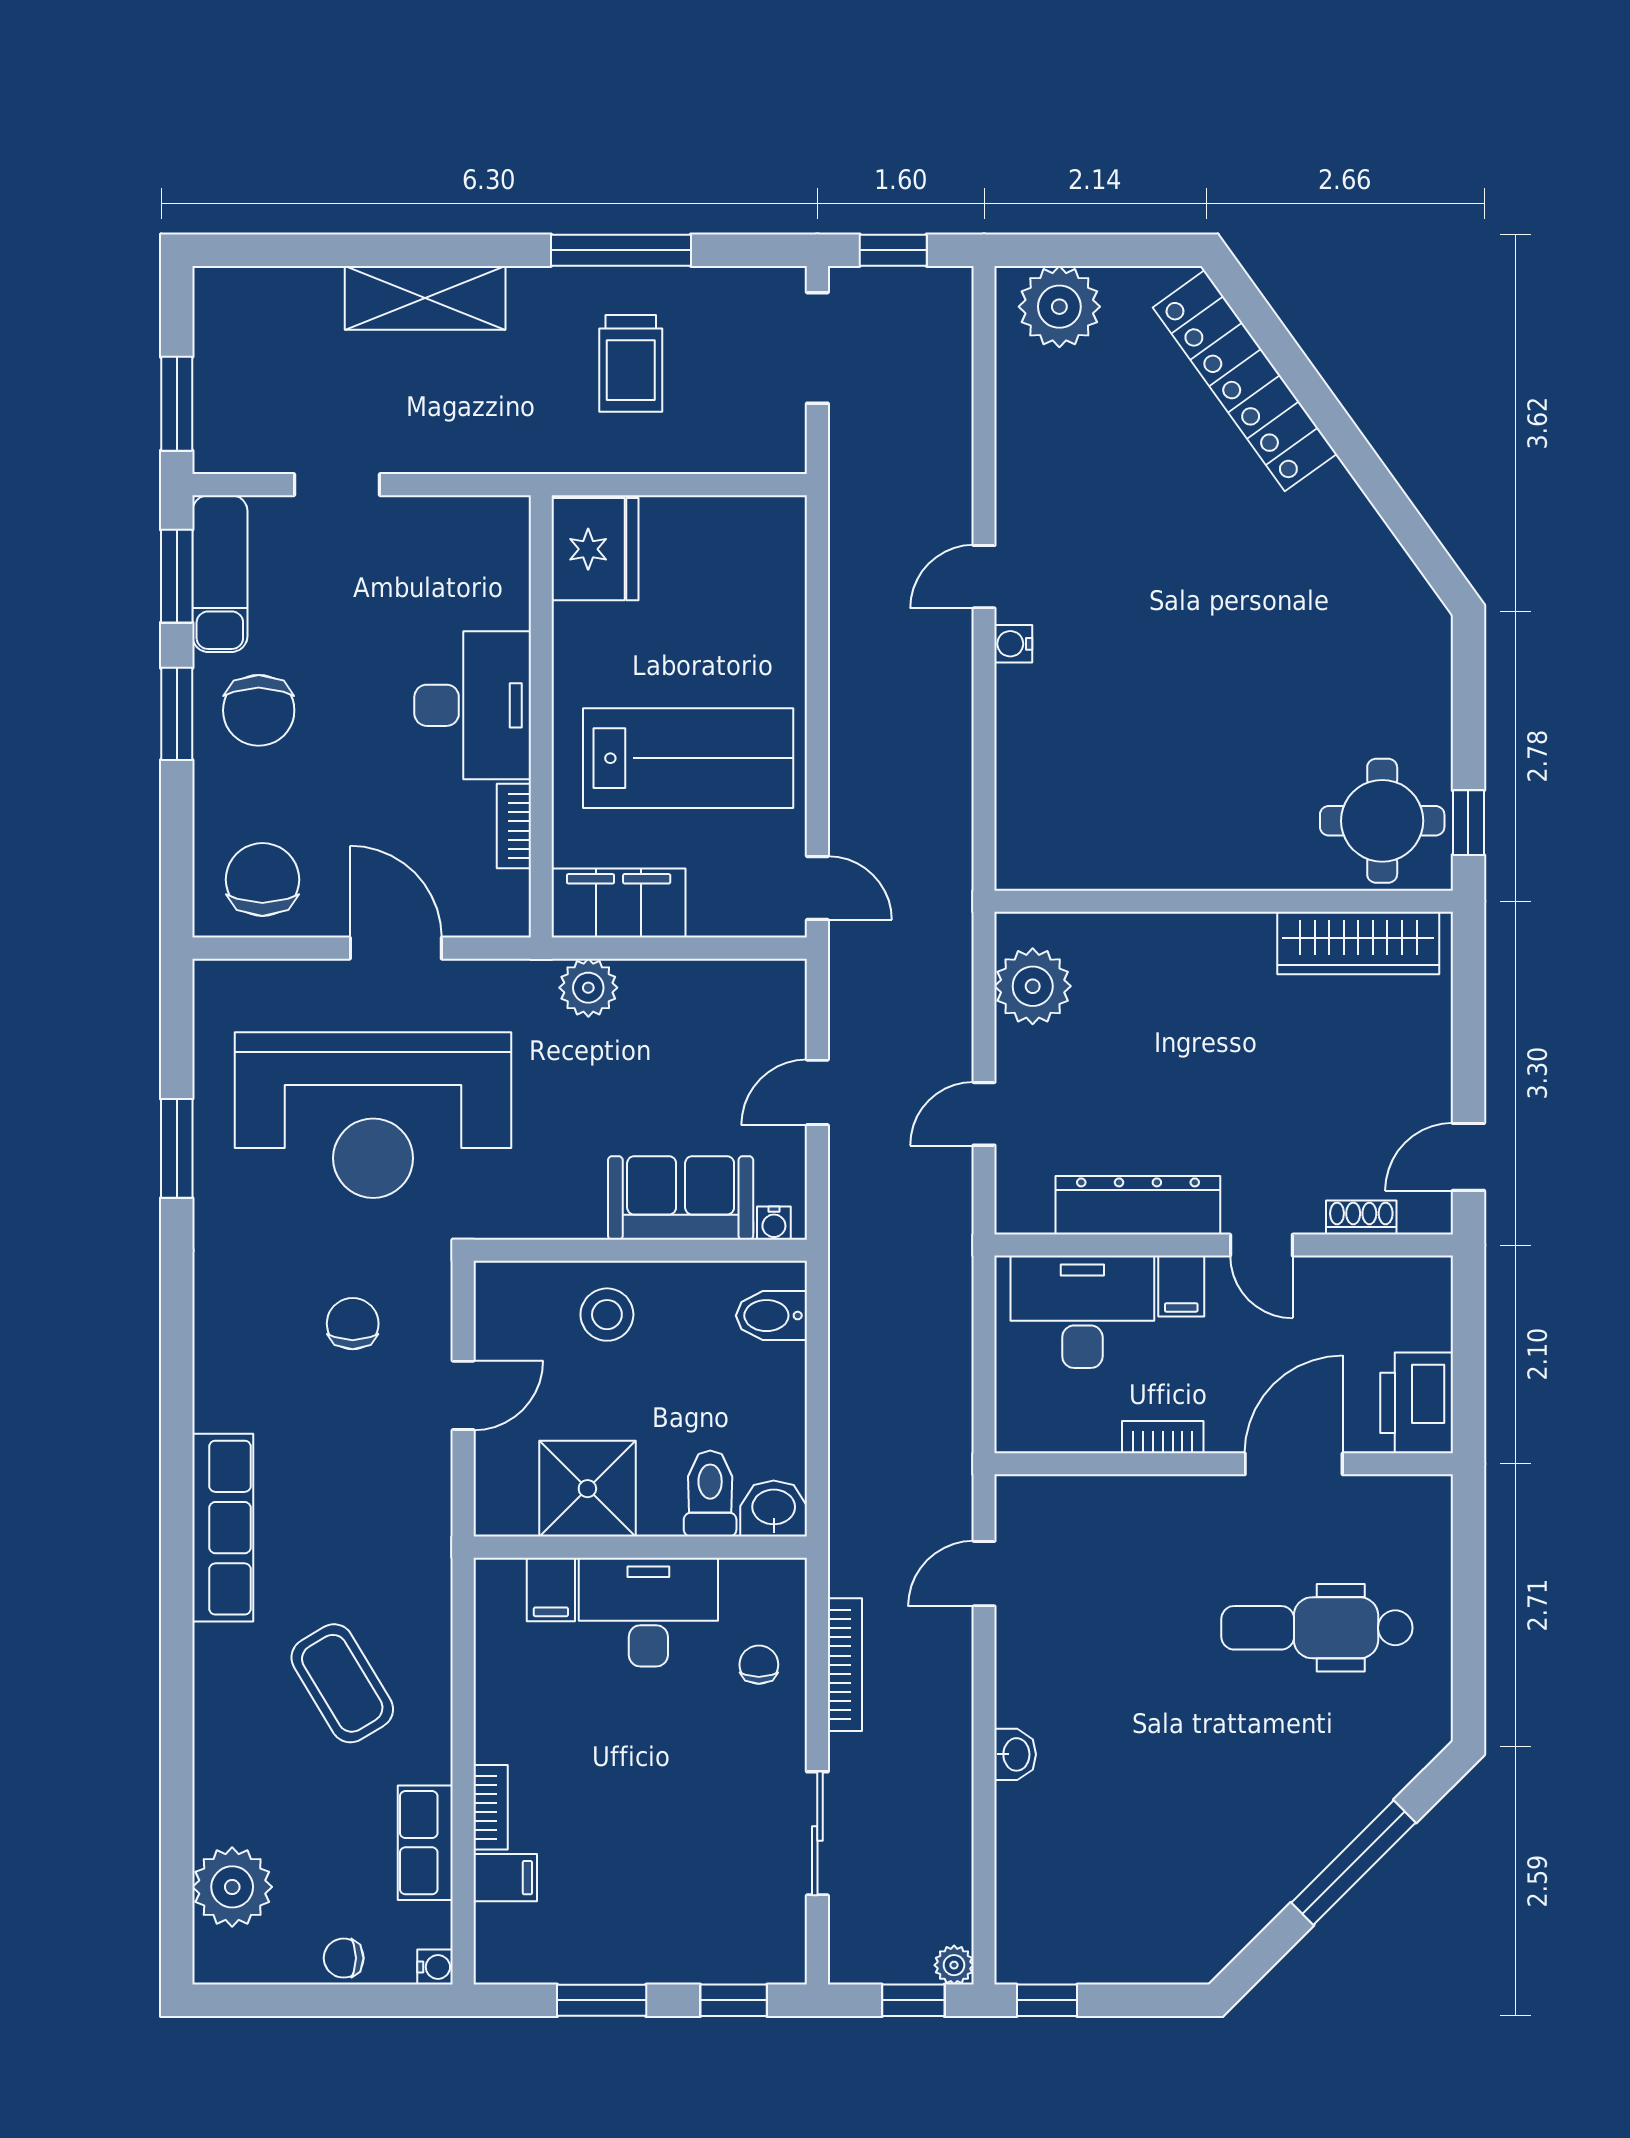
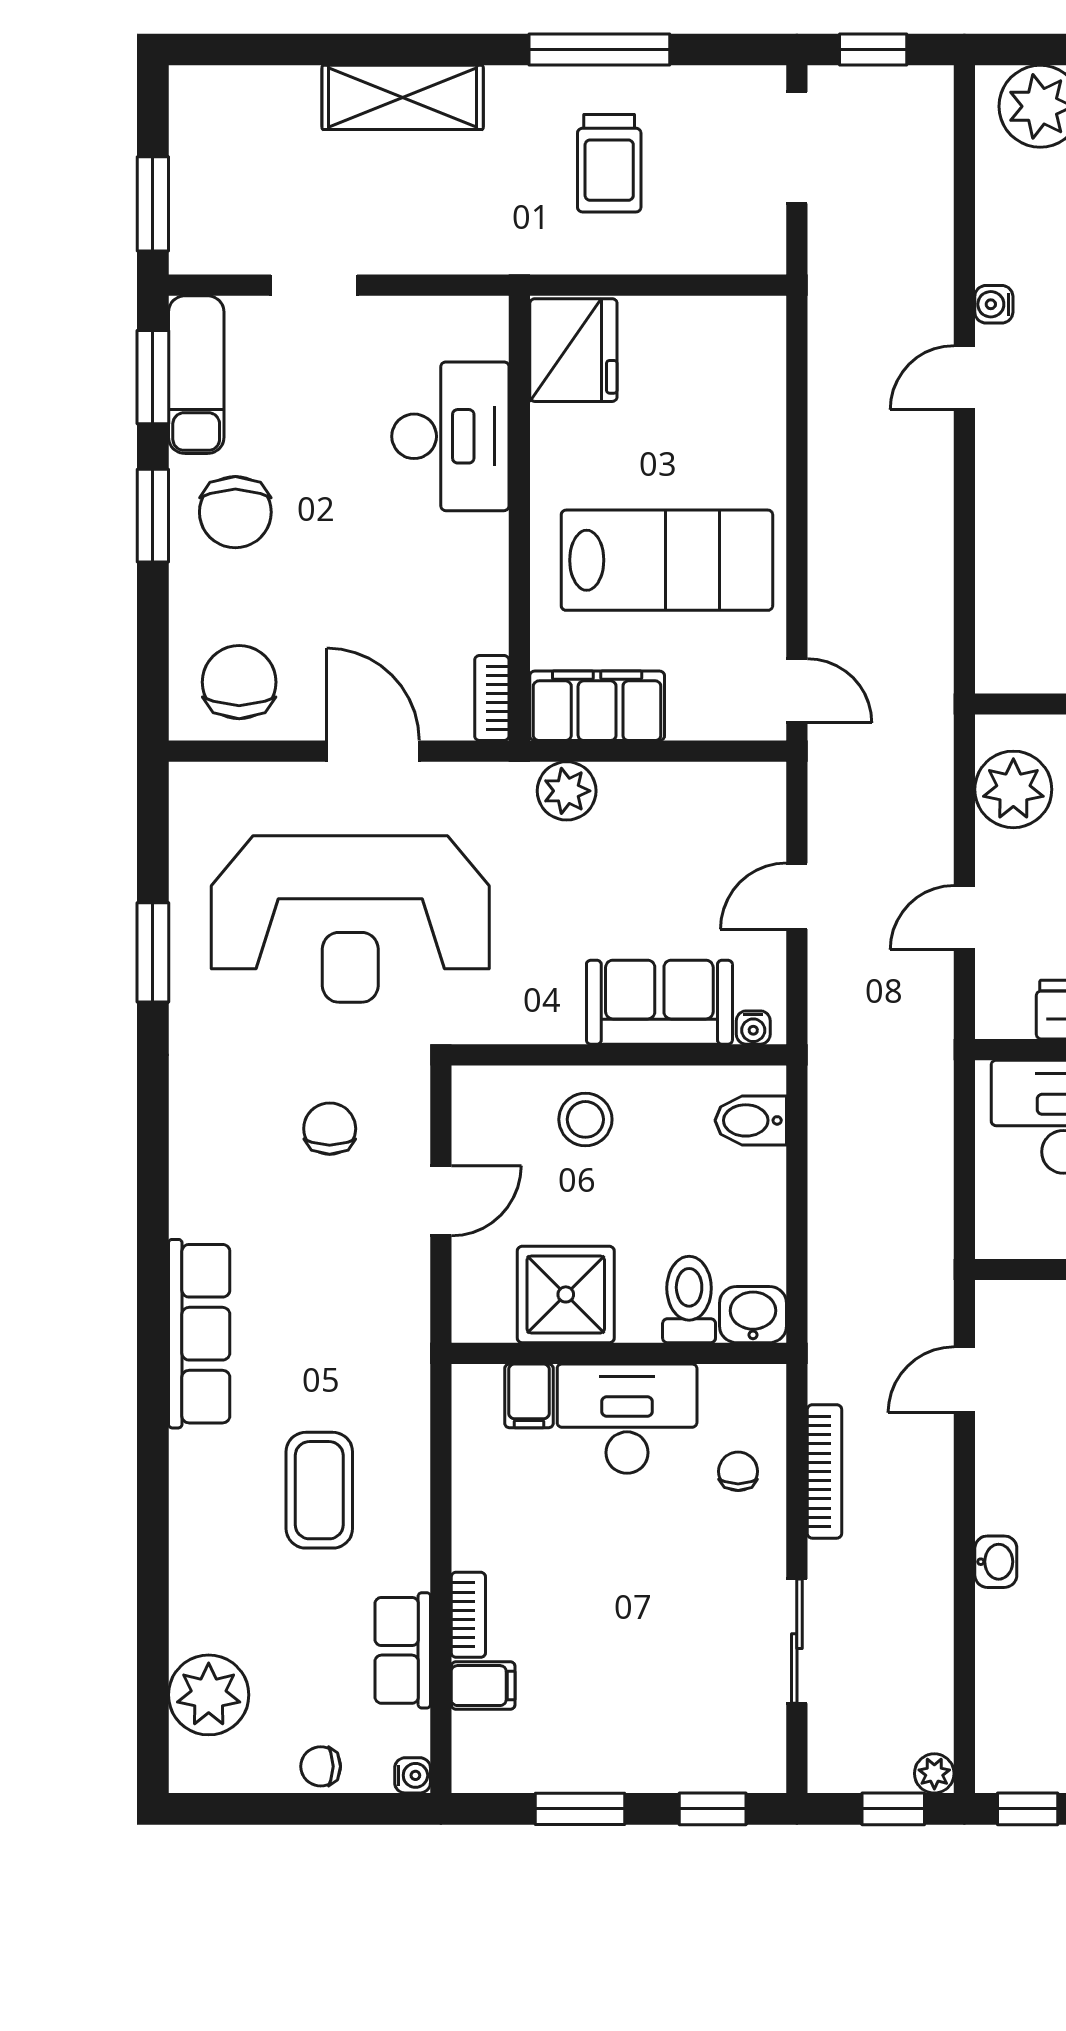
water cooler: (1013, 644) -> (994, 304), moved
desk: (473, 705) -> (450, 436), moved
bookcase: (514, 826) -> (492, 698), moved
coffee table: (342, 1683) -> (319, 1490), turned 31

